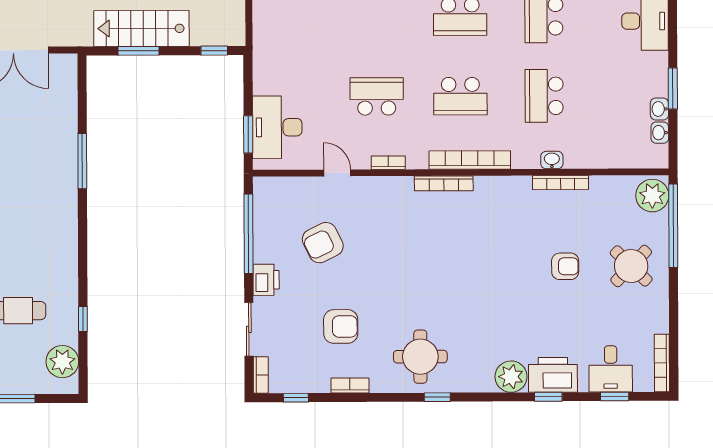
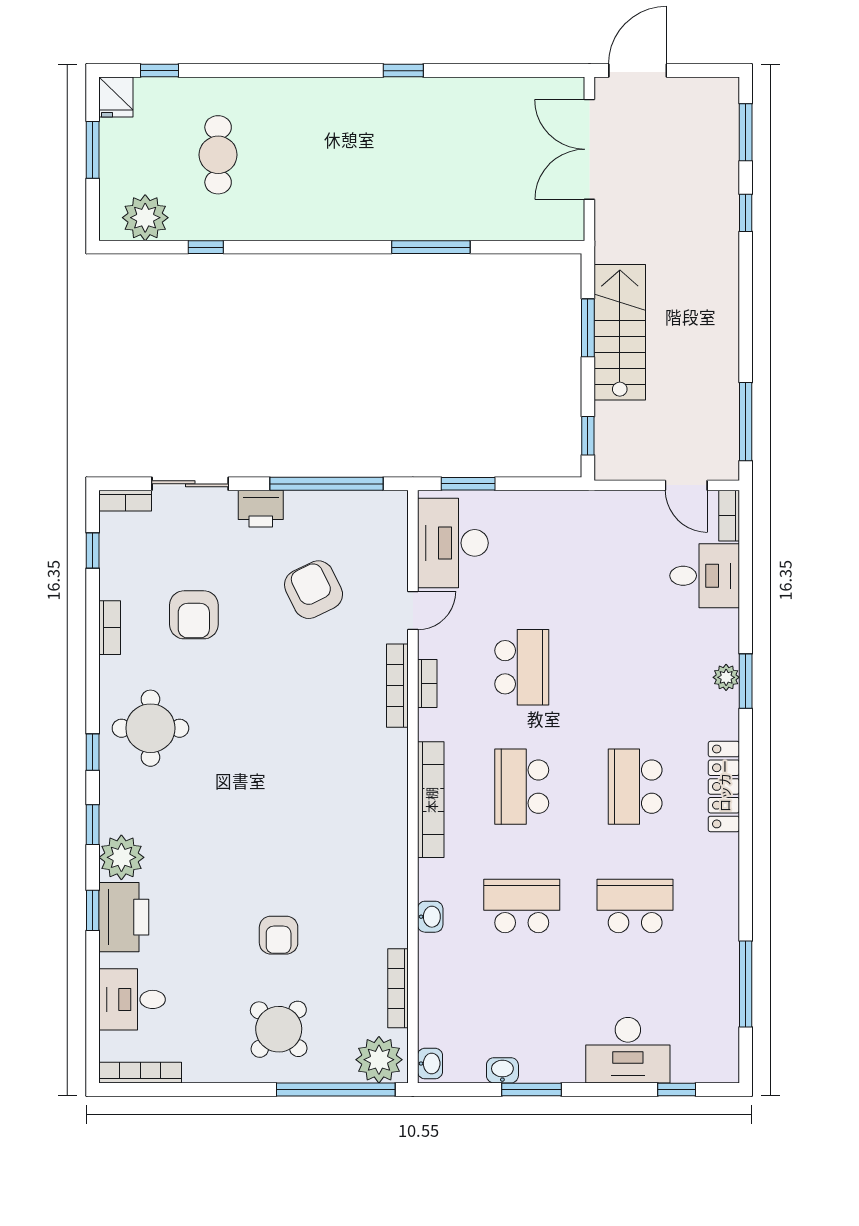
desk: (277, 127) -> (453, 543), moved, turned -90
washbasin: (660, 133) -> (430, 1064), moved, turned 90
bookcase: (444, 183) -> (397, 686), moved
bookcase: (561, 183) -> (398, 988), moved
window: (615, 397) -> (93, 825), moved

